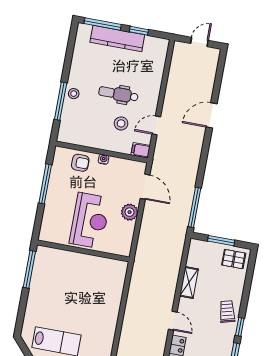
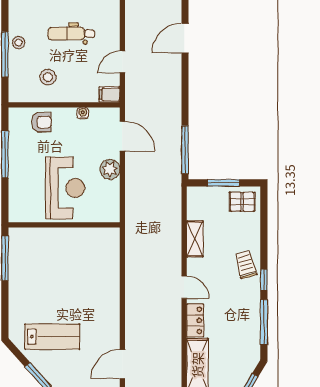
stool: (121, 123) -> (48, 77), moved
water cooler: (104, 159) -> (83, 113), moved

